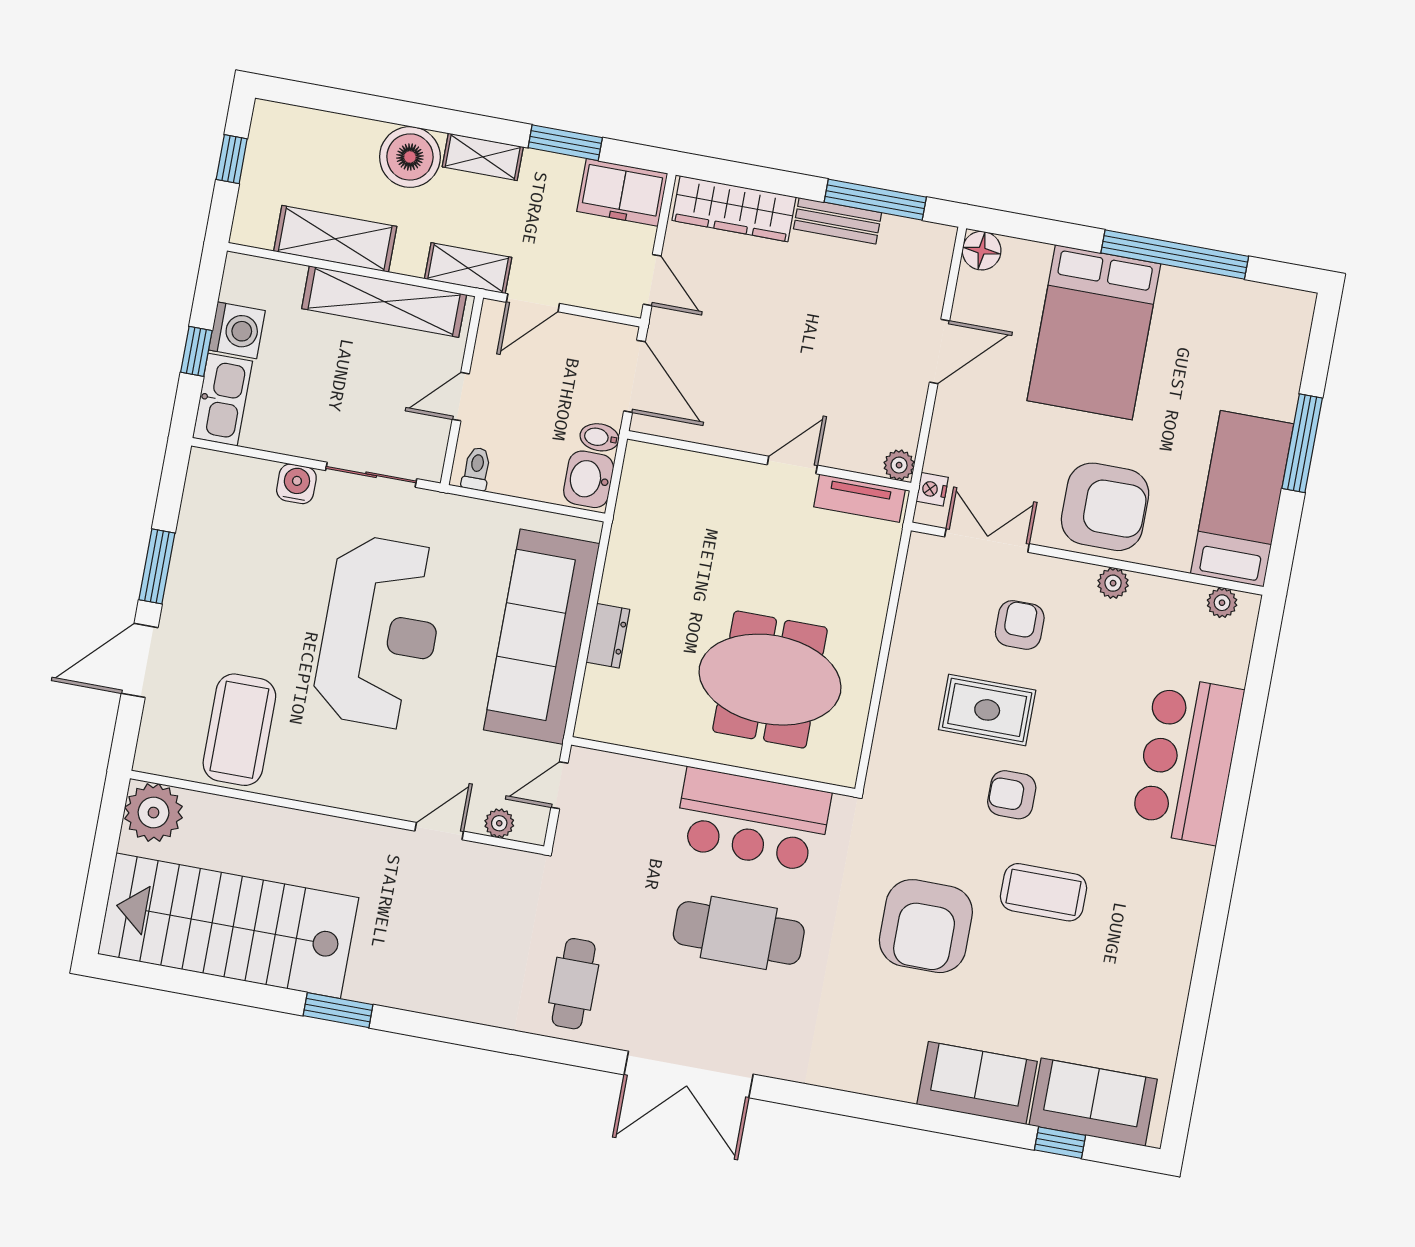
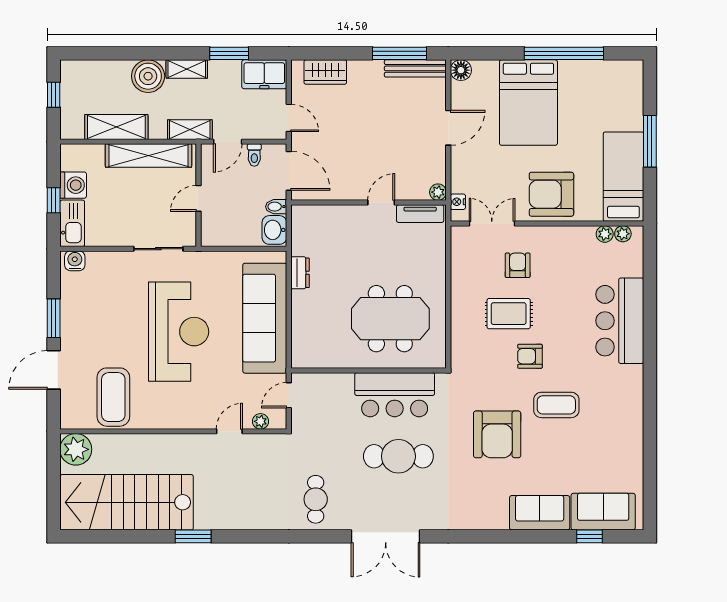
wardrobe: (734, 209) -> (325, 72), width x0.67
bench: (838, 221) -> (415, 68), moved, width x1.36
toilet: (476, 469) -> (254, 155), moved, turned 180
water cooler: (296, 484) -> (75, 261), moved
armchair: (1105, 507) -> (551, 194), turned 180
plant: (1113, 583) -> (605, 234), moved
dresser: (608, 636) -> (300, 273), moved

